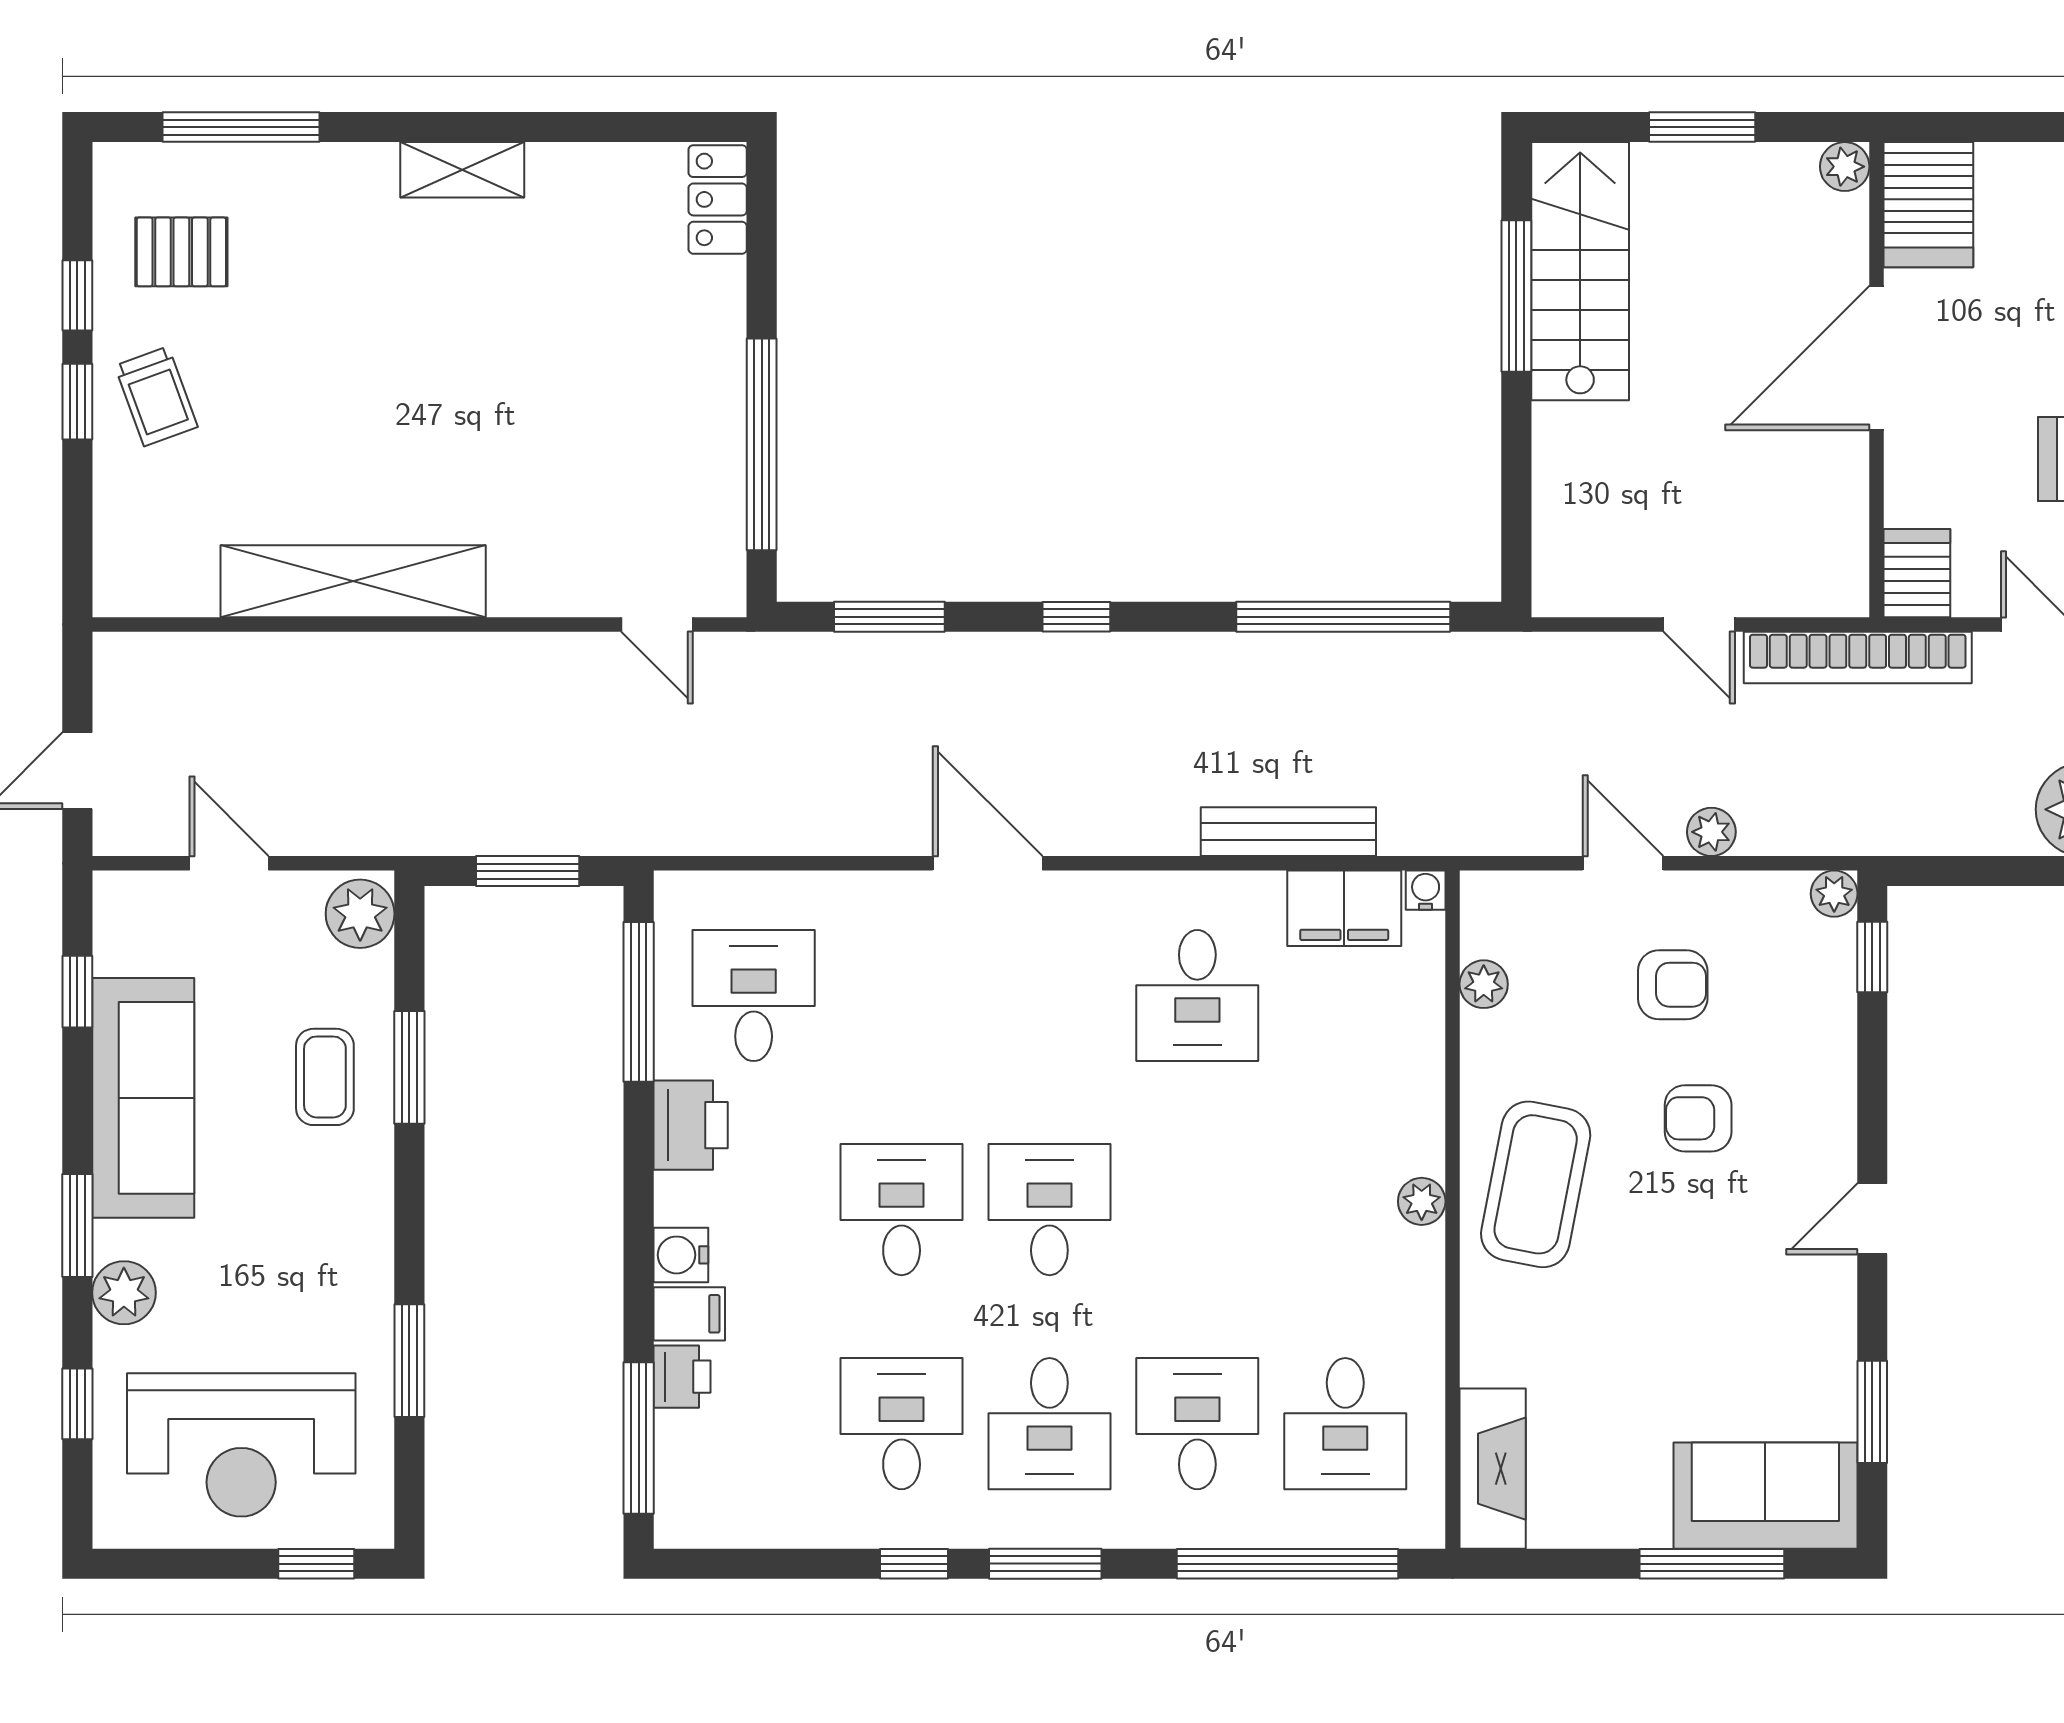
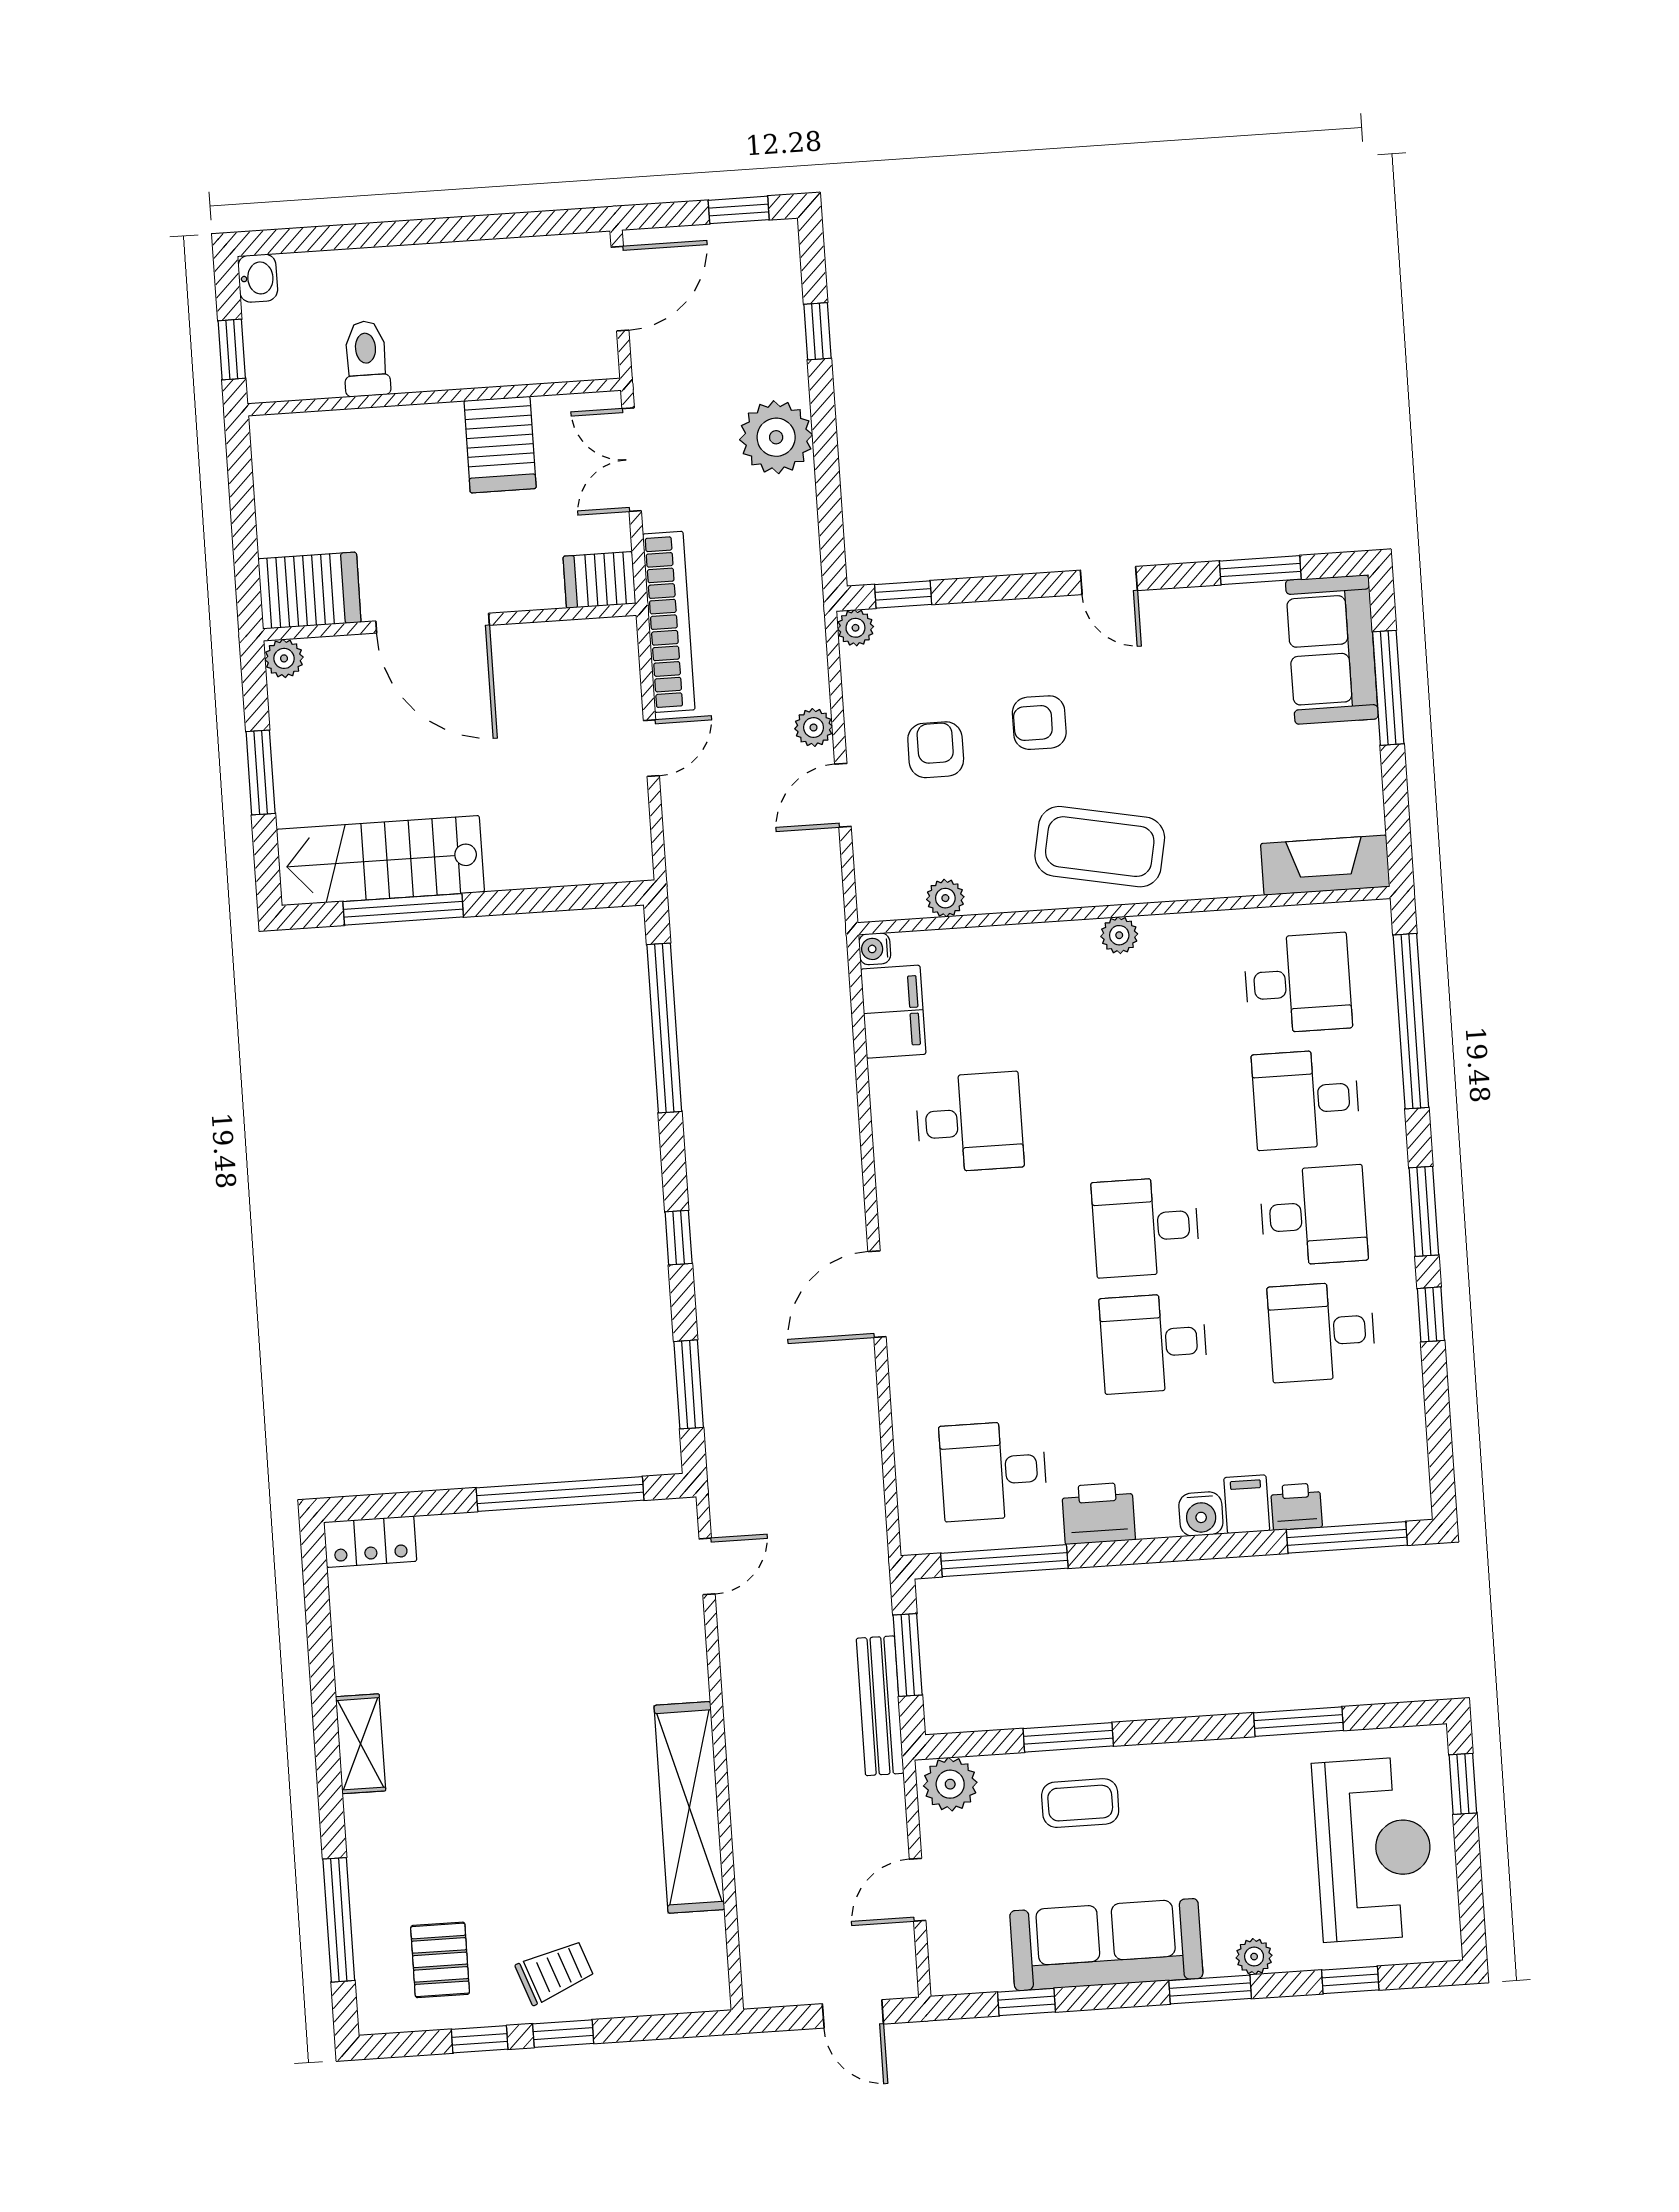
bench: (1288, 832) -> (880, 1706), moved
armchair: (1698, 1118) -> (1039, 723), turned 90
plant: (124, 1293) -> (1254, 1957), width x0.73, depth x0.73

